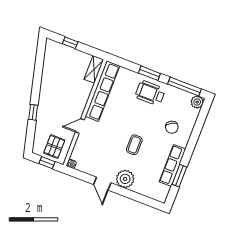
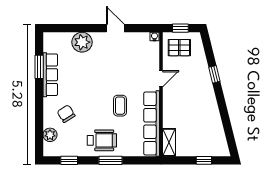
window: (184, 87) -> (69, 160), width x0.46
plant: (197, 102) -> (50, 135), moved
coffee table: (134, 145) -> (120, 106), moved
pallet: (54, 147) -> (179, 48), turned 90
plant: (125, 179) -> (82, 42), moved

